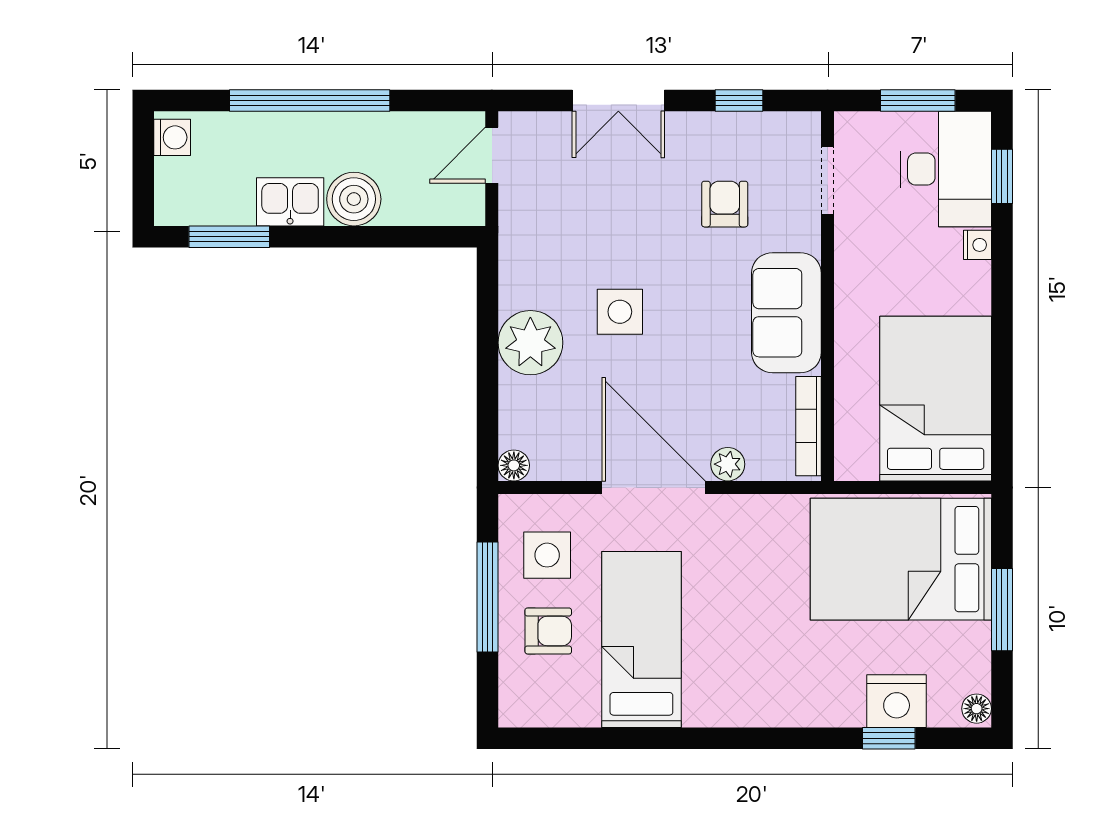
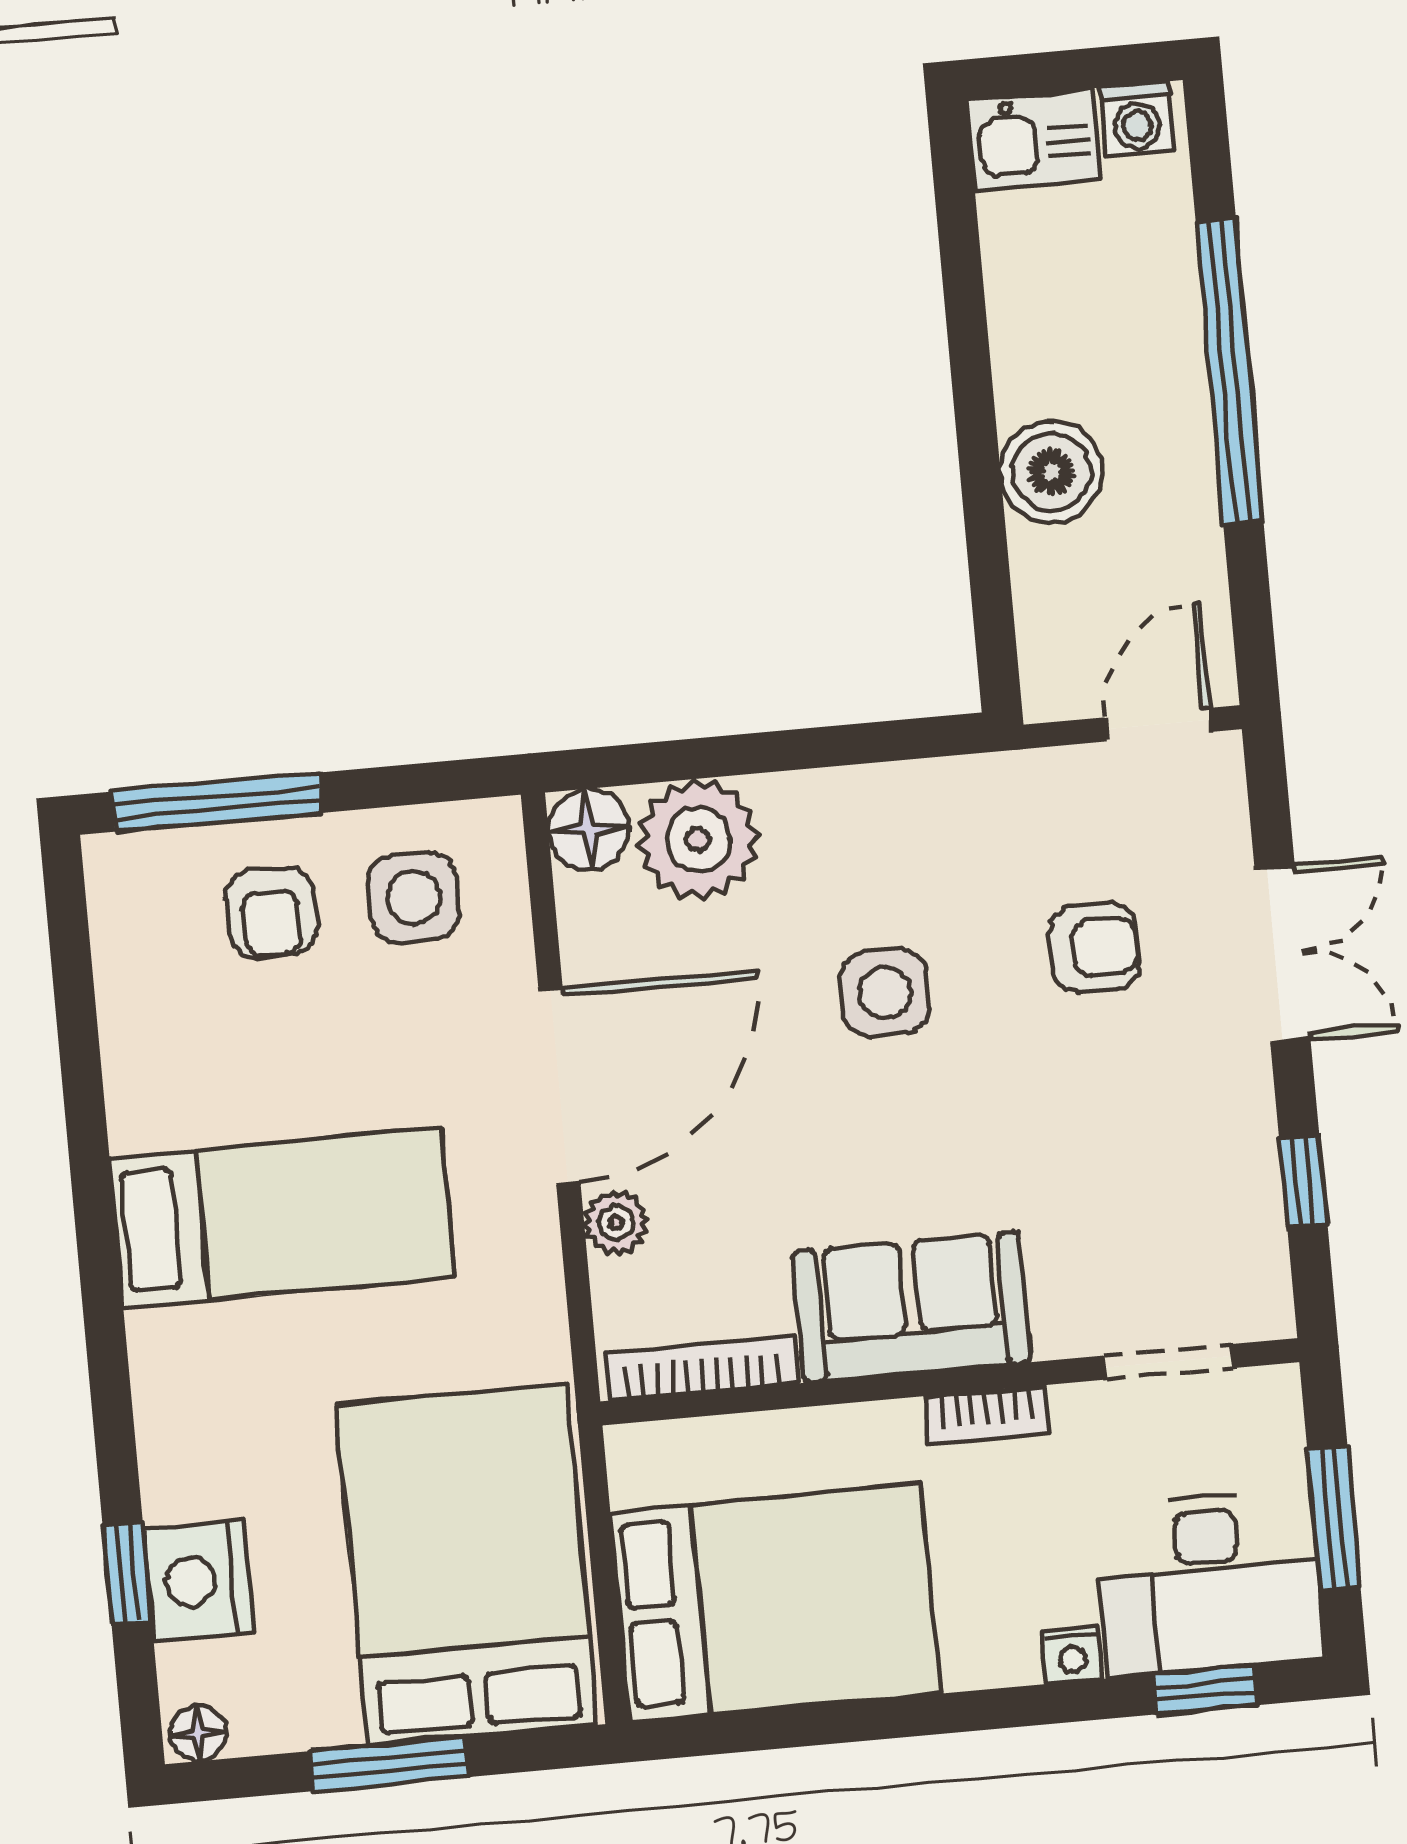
double door: (618, 101) -> (1283, 954), swing flipped
door: (492, 155) -> (1158, 725), hinge flipped
kitchen sink: (290, 202) -> (1034, 140), moved, turned 90
armchair: (725, 204) -> (1094, 948), moved
window: (229, 237) -> (959, 244), removed
bookcase: (847, 278) -> (987, 1415), added
plant: (530, 343) -> (698, 840), moved
floor lamp: (514, 465) -> (589, 829), width x1.37, depth x1.37
window: (488, 597) -> (217, 802), moved
bed: (641, 639) -> (282, 1218), moved

